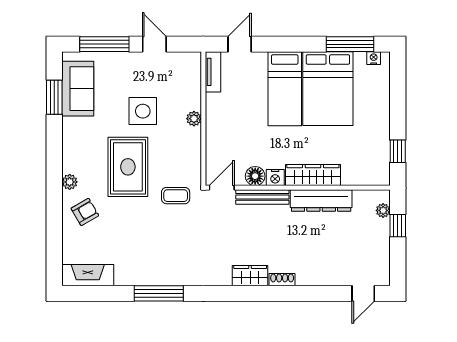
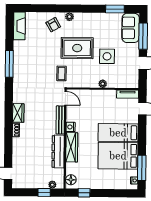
sofa: (78, 89) -> (131, 28), moved, turned 90
floor lamp: (255, 176) -> (71, 180), moved

